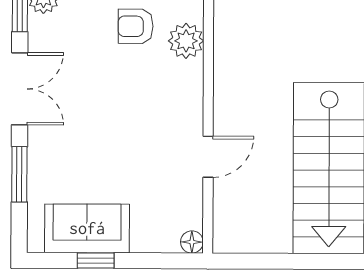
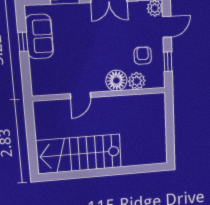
door: (208, 157) -> (80, 96), hinge flipped
floor lamp: (192, 242) -> (116, 81), moved, width x1.89, depth x1.89

